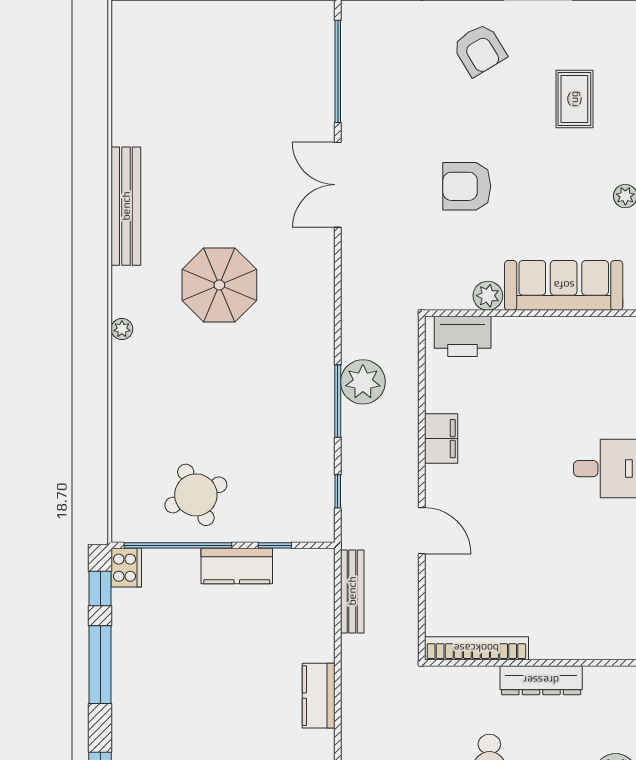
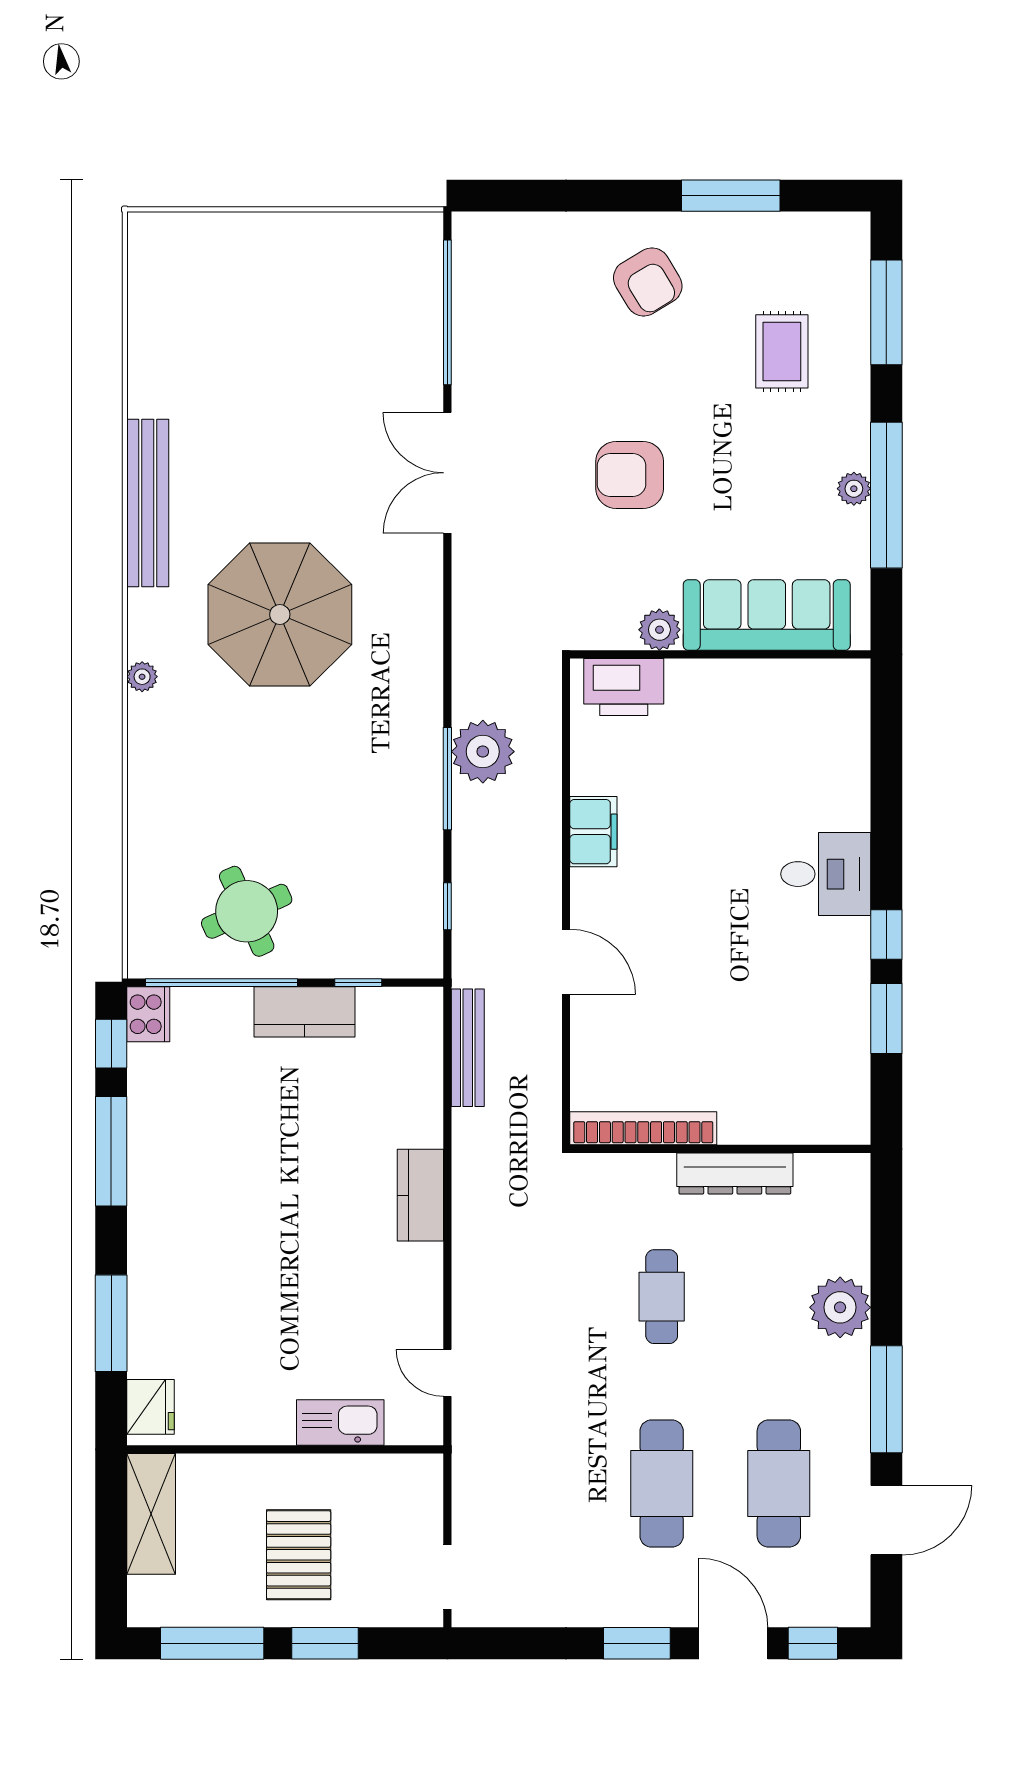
parasol: (219, 285) -> (280, 614), width x1.36, depth x1.36

